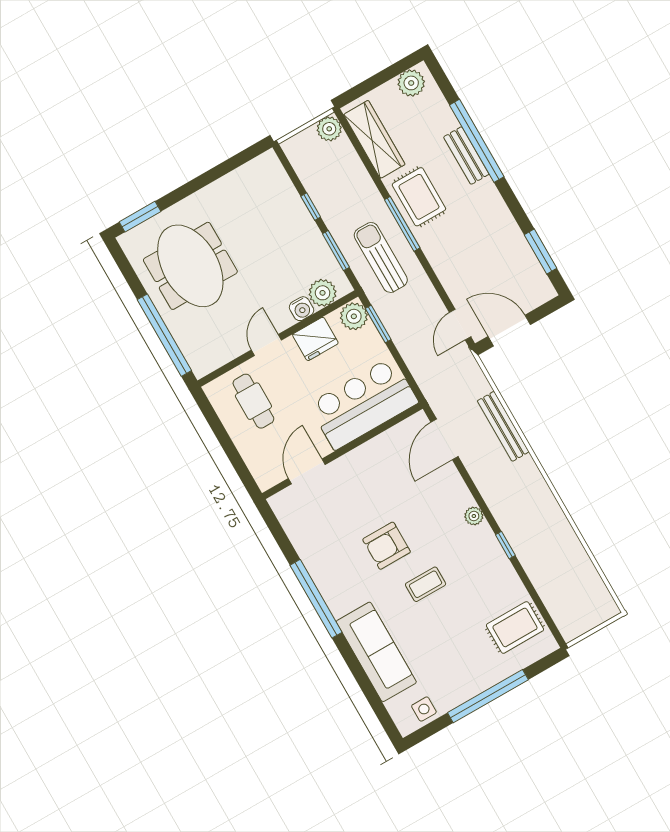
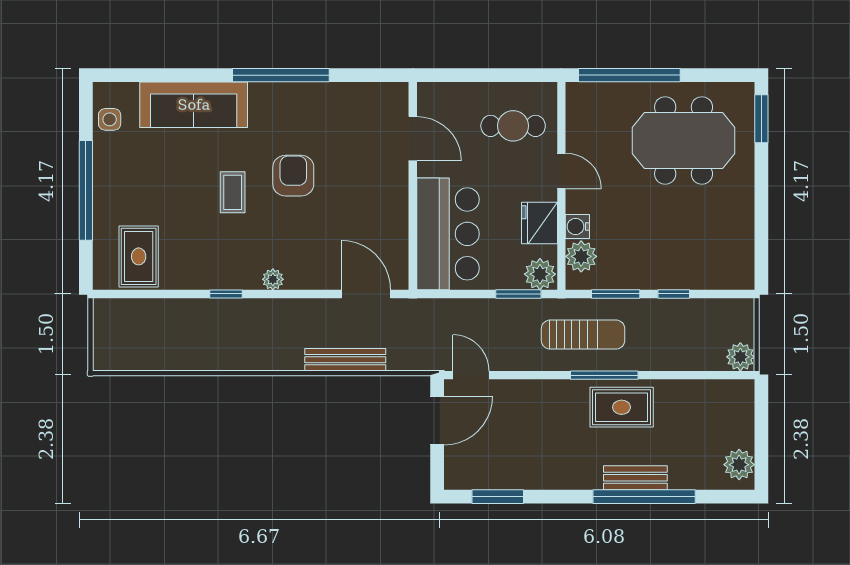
wardrobe: (374, 139) -> (704, 396), removed

